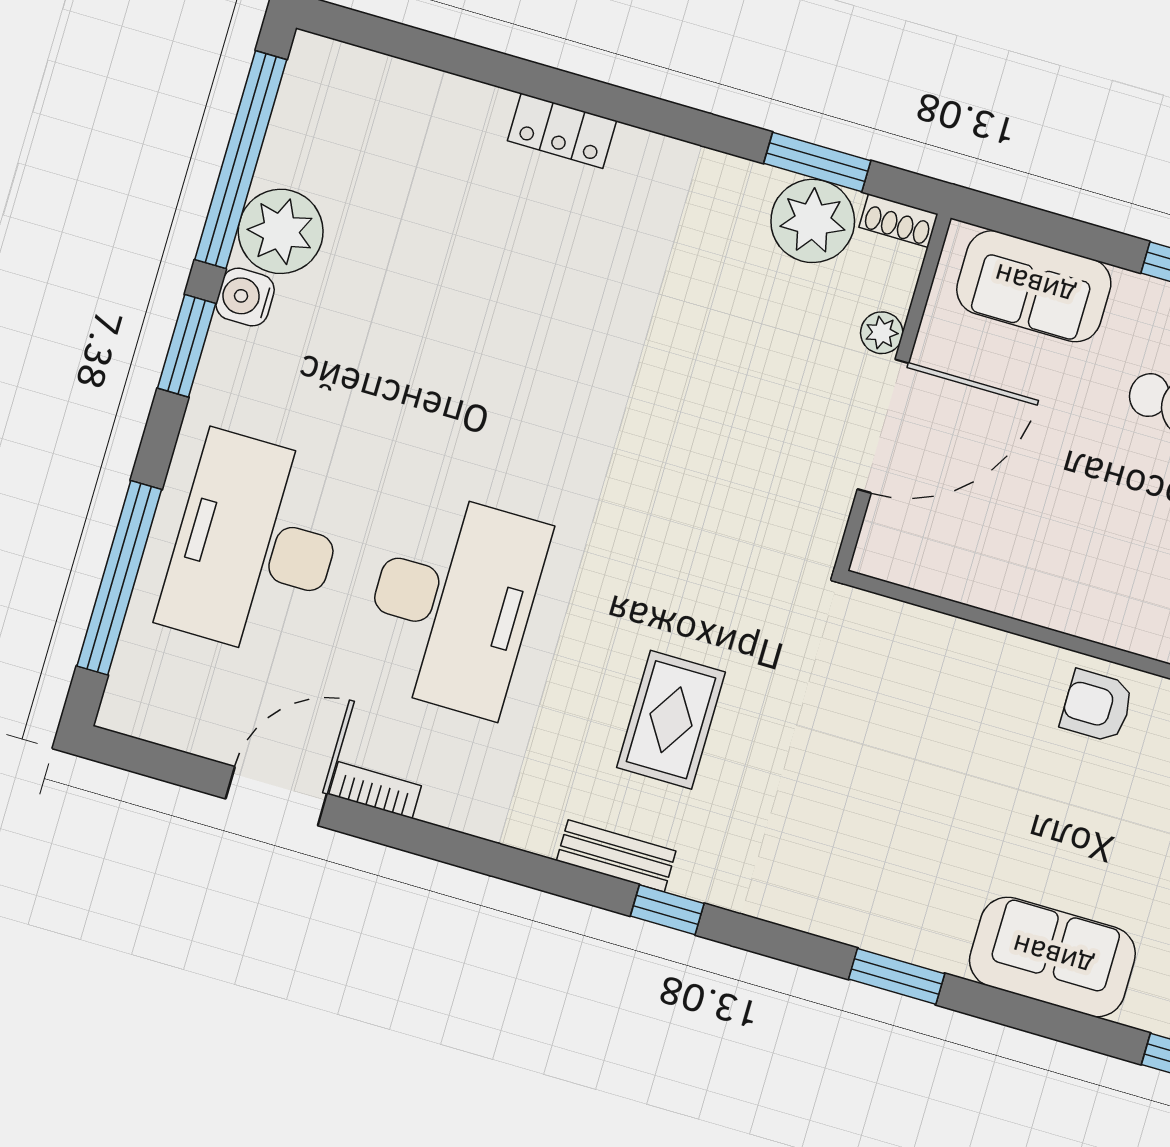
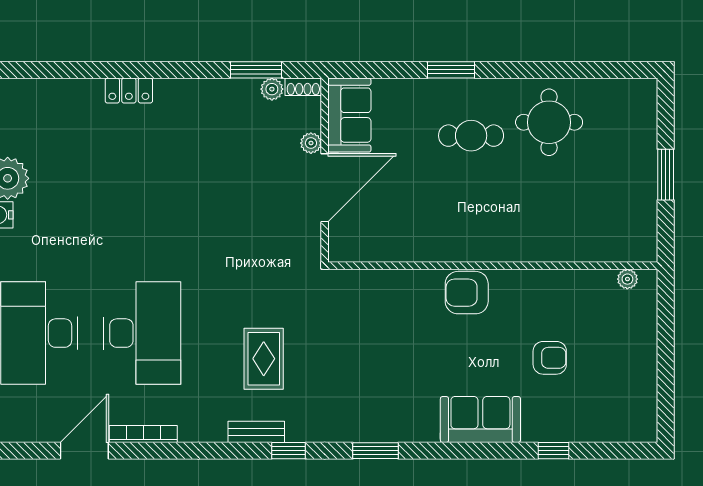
plant: (813, 221) -> (272, 89), width x0.53, depth x0.53
sofa: (1034, 286) -> (349, 115), moved, turned -90
armchair: (1097, 706) -> (467, 293), width x1.38, depth x1.38
bookcase: (375, 790) -> (143, 434), width x1.56
window: (897, 976) -> (375, 451), moved

